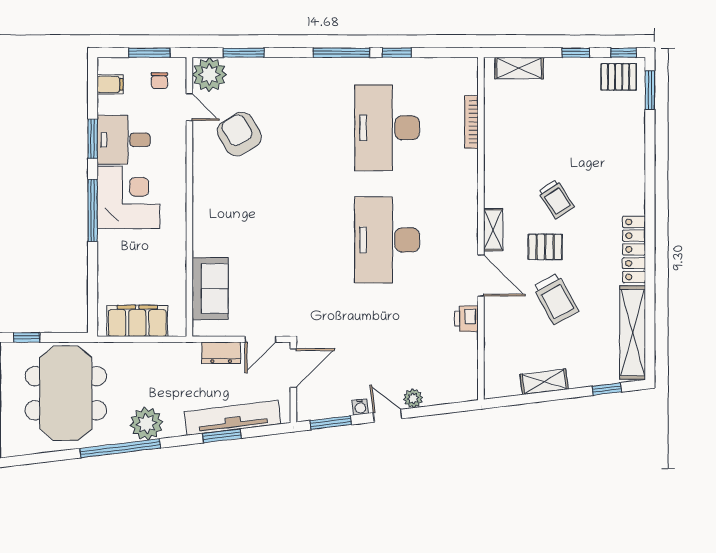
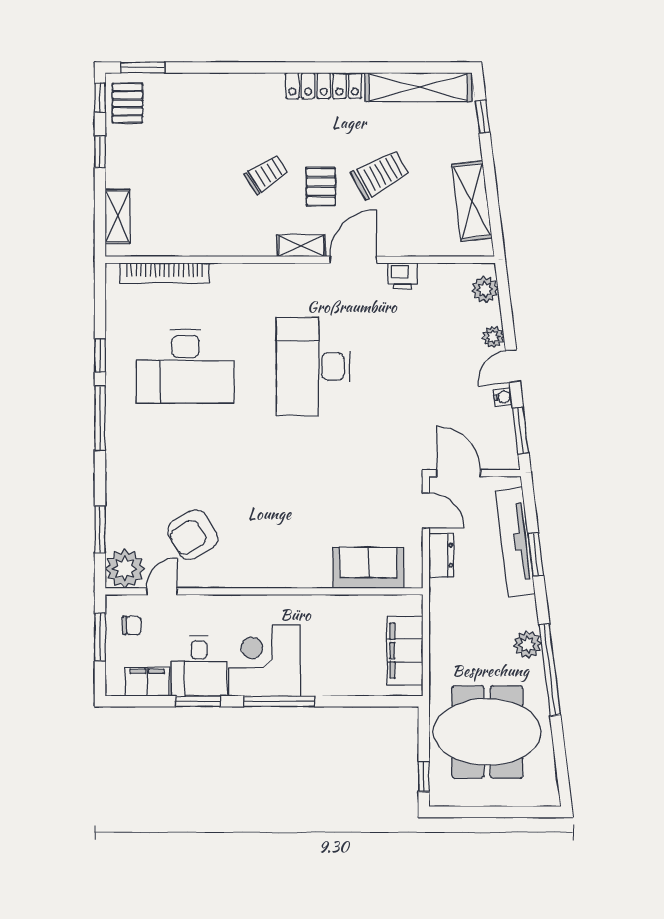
filing cabinet: (110, 84) -> (147, 682), width x2.00
bookcase: (471, 122) -> (164, 273), width x1.48, depth x1.31
desk: (387, 240) -> (313, 366), turned 90
shelving: (544, 382) -> (472, 201), width x1.50, depth x1.33
plant: (455, 391) -> (485, 289), added
plant: (146, 424) -> (528, 645), width x0.73, depth x0.73

